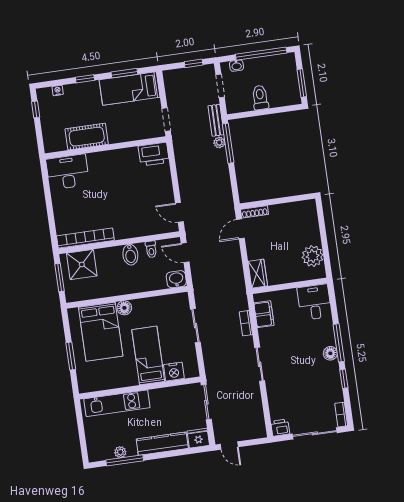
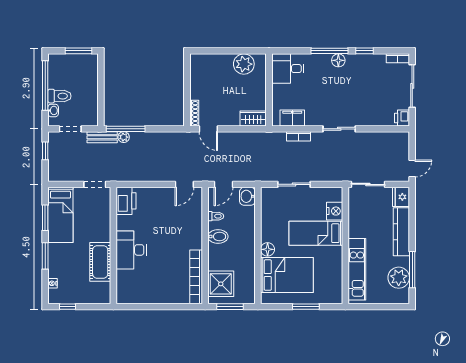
window: (85, 79) -> (45, 256), width x1.50
toilet: (260, 98) -> (59, 96), moved, turned 180
desk: (68, 172) -> (131, 250), moved
plant: (120, 452) -> (399, 278), width x1.87, depth x1.87

